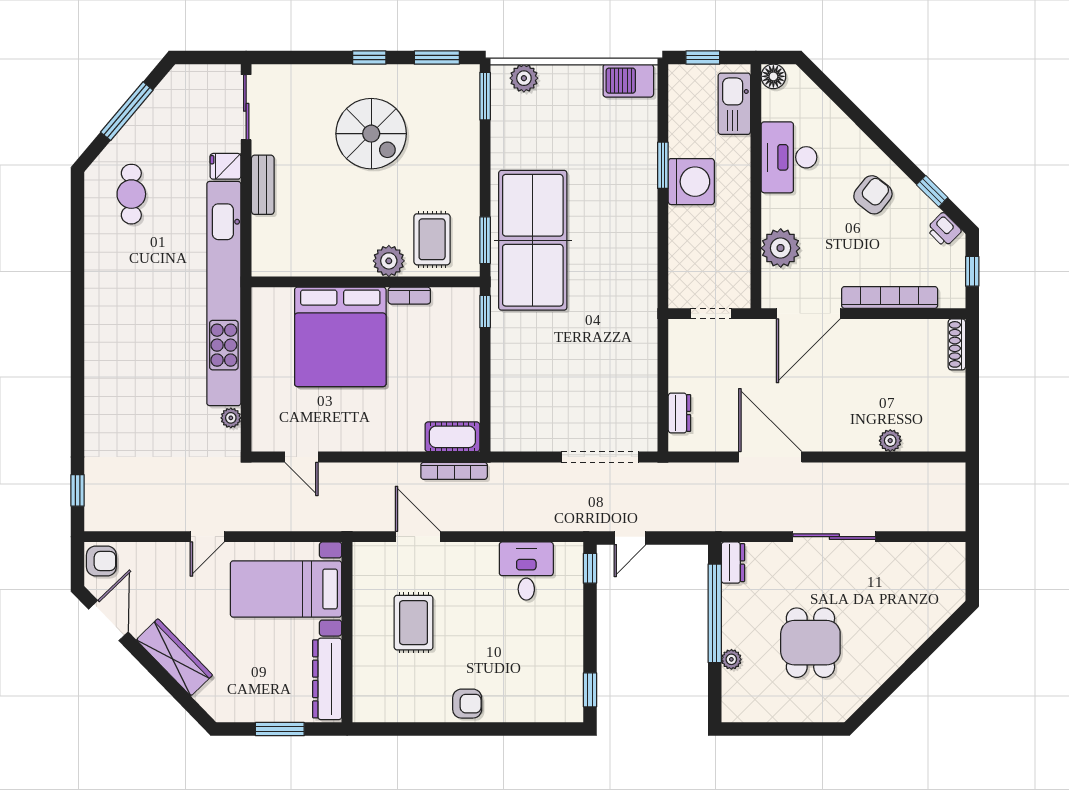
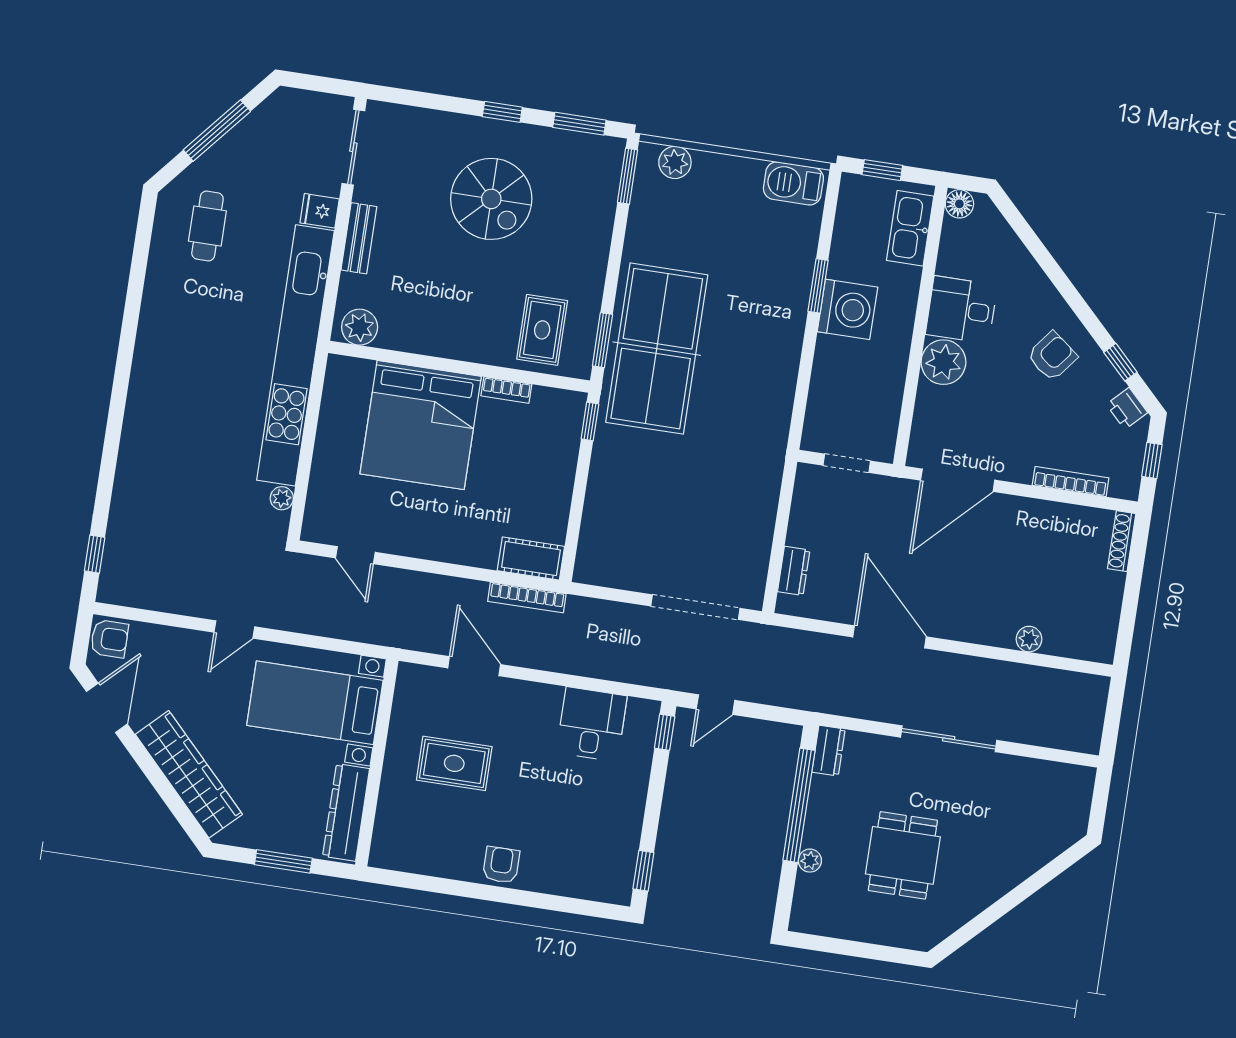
desk: (789, 157) -> (961, 310), width x0.73
plant: (781, 248) -> (943, 362), moved
plant: (389, 261) -> (360, 327), moved
bookcase: (890, 297) -> (1071, 482), width x0.68, depth x0.76
rug: (414, 623) -> (454, 763), turned 90
wardrobe: (174, 657) -> (189, 774), width x1.40, depth x1.17
armchair: (467, 704) -> (501, 865), turned -90

